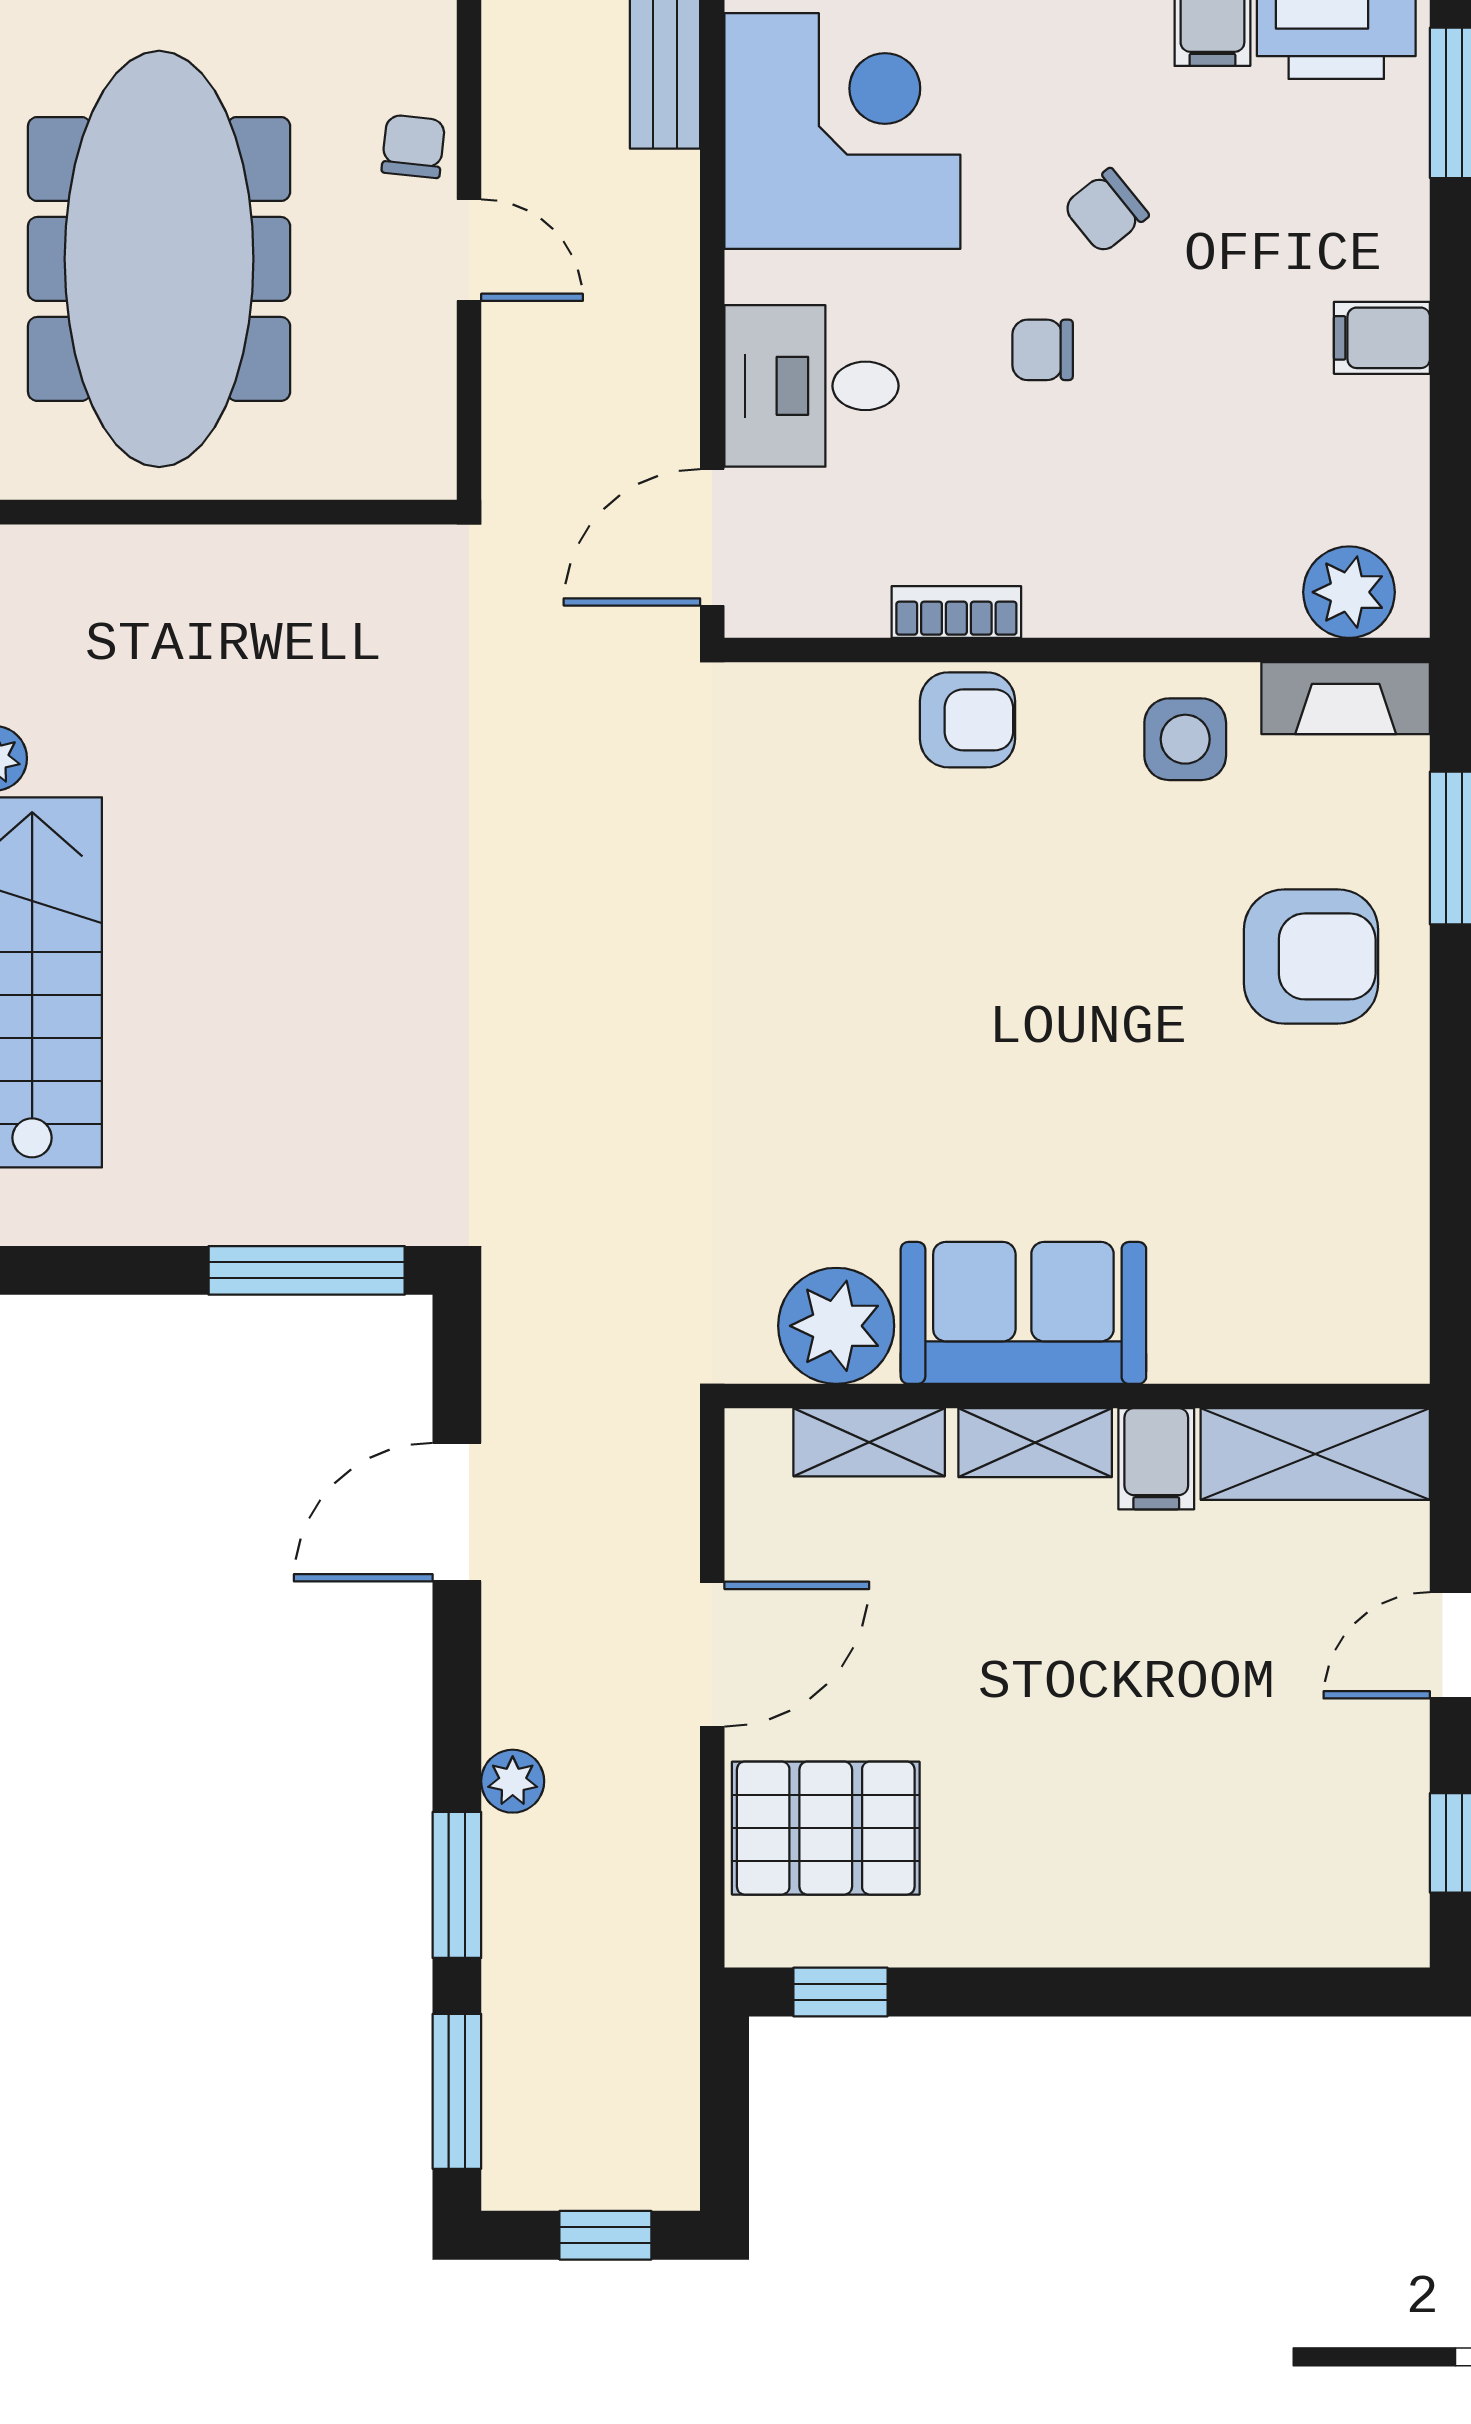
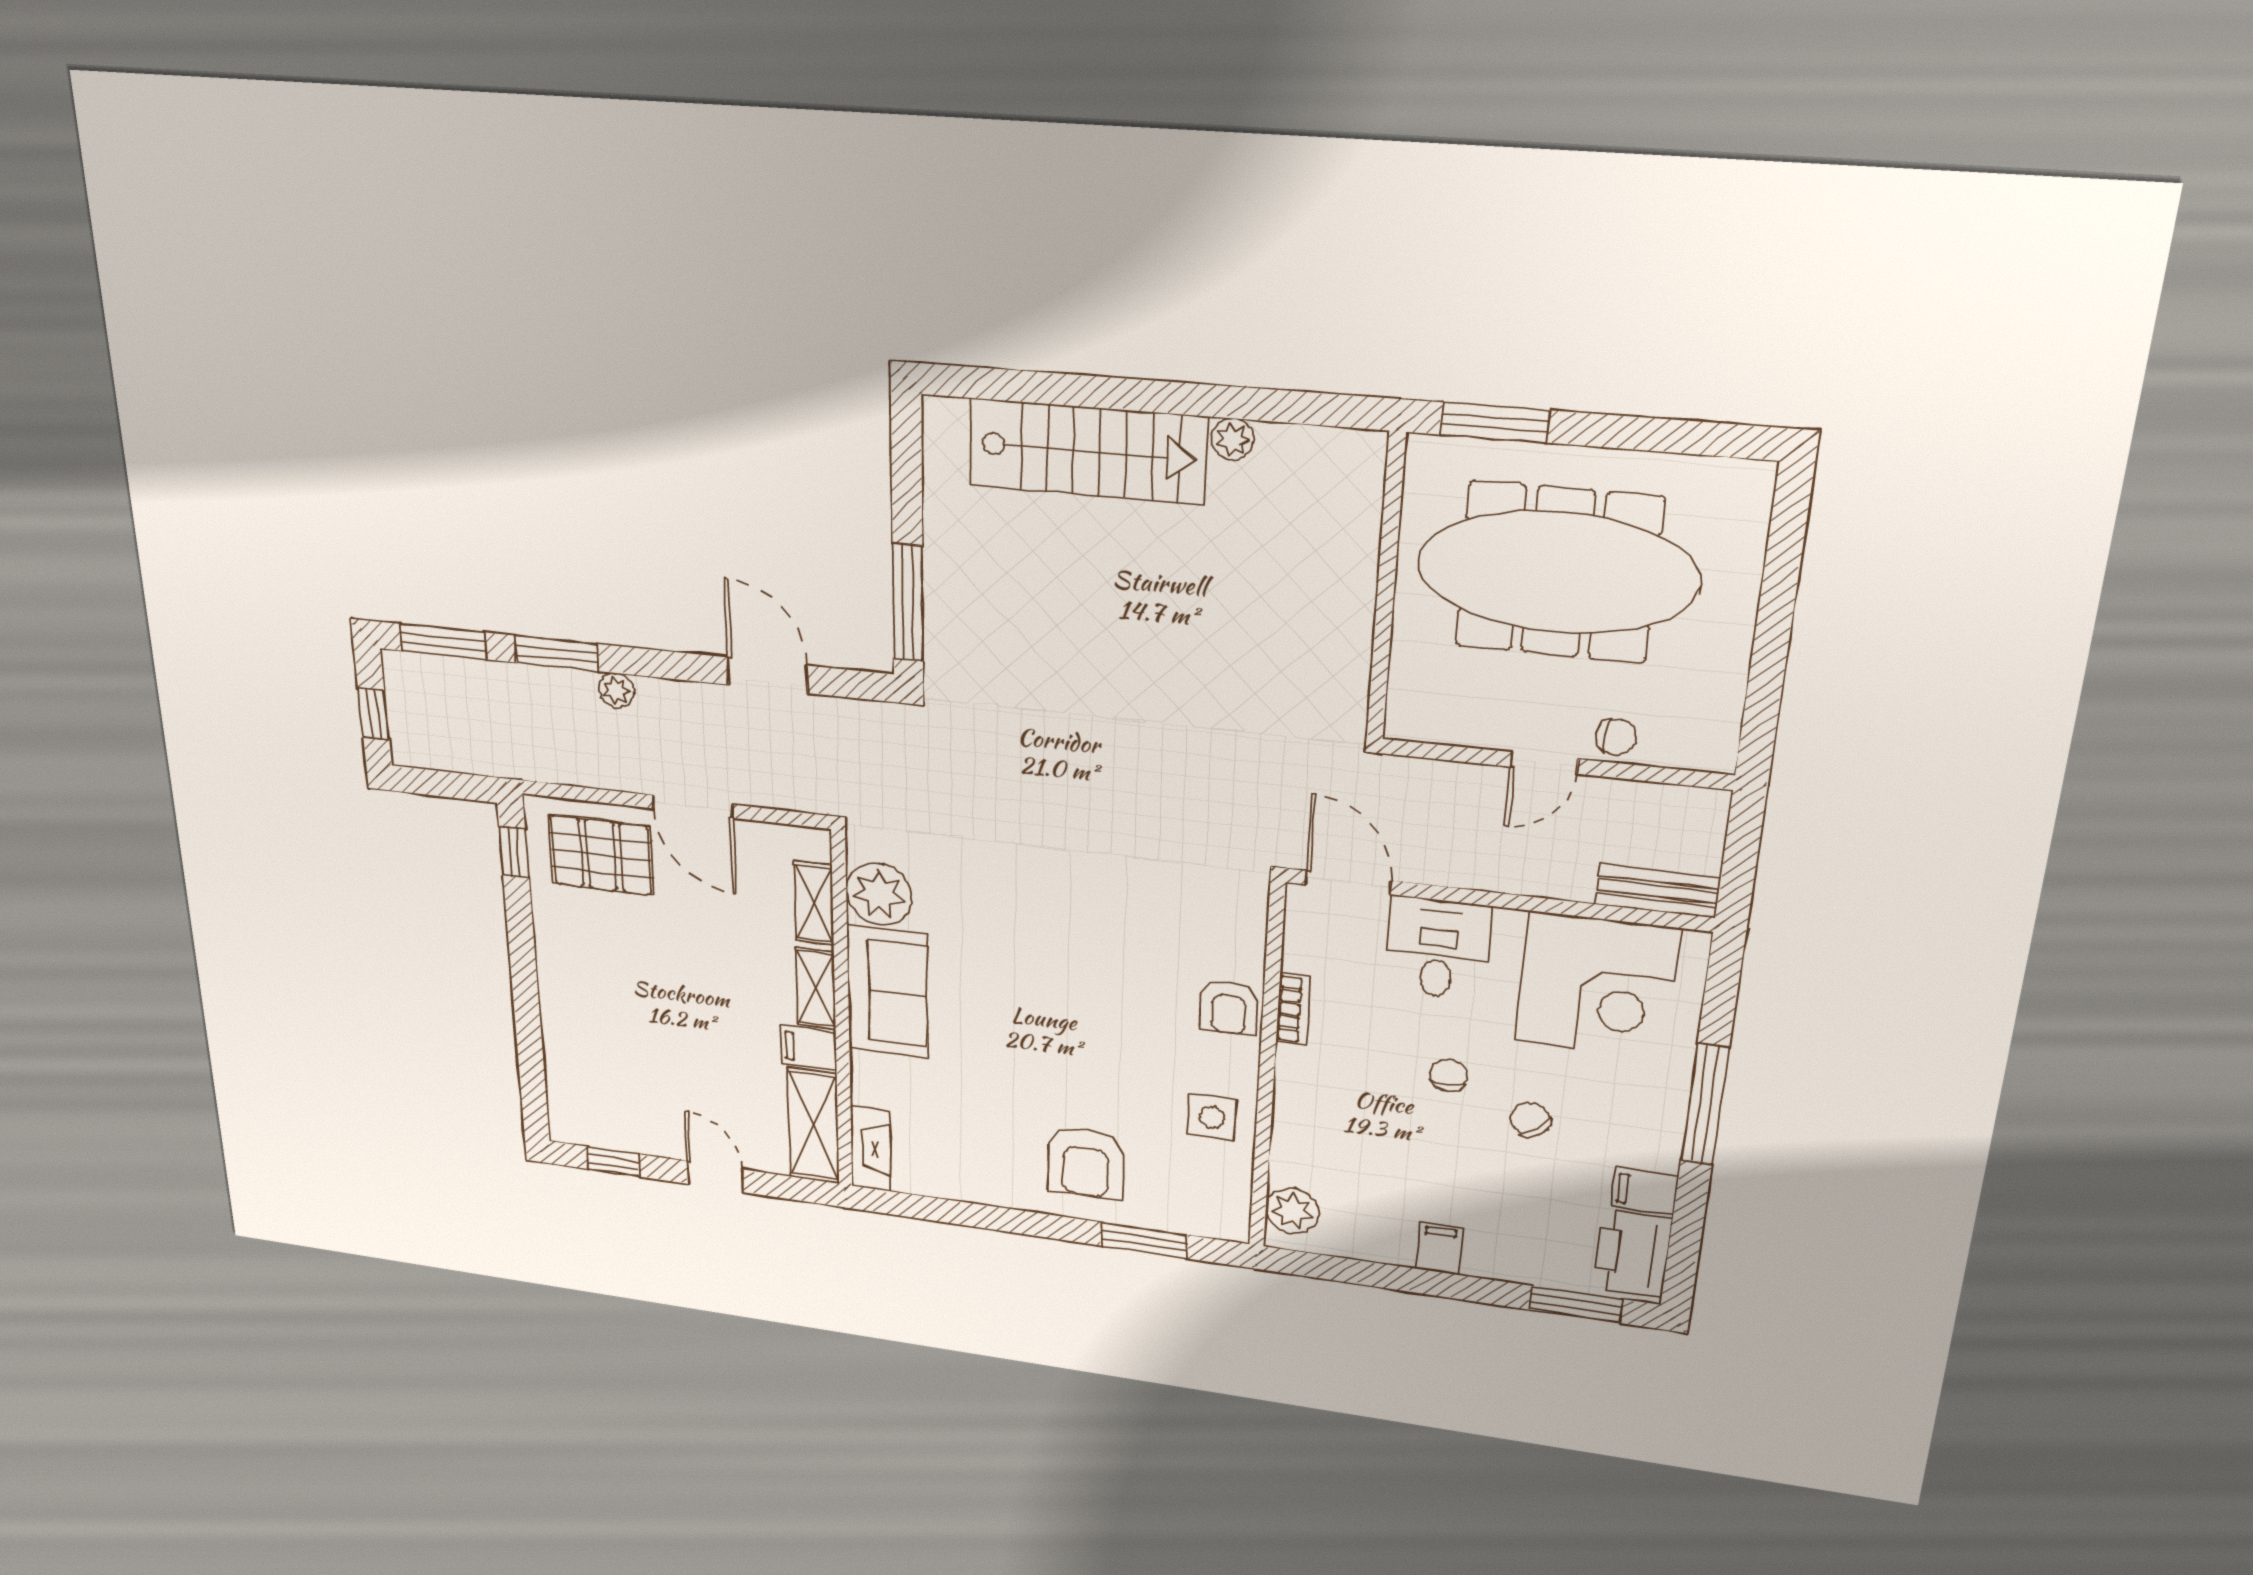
fireplace: (1346, 698) -> (871, 1148), moved, turned 180
pallet: (826, 1828) -> (601, 855), turned 90

